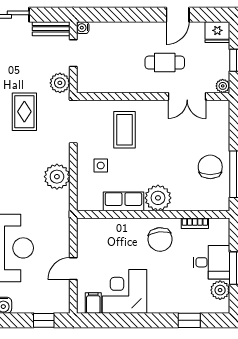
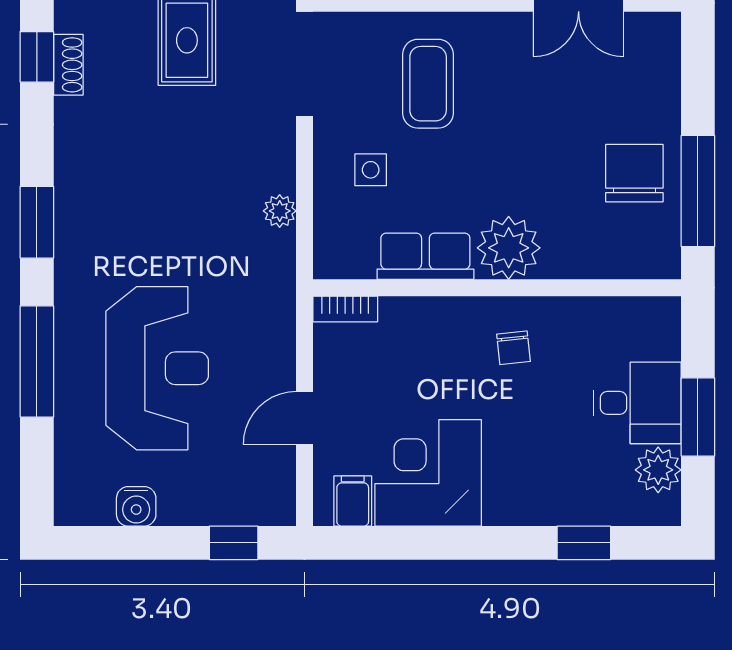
plant: (57, 177) -> (280, 211), width x0.53, depth x0.53
bookcase: (195, 223) -> (345, 309), moved
chair: (160, 239) -> (514, 348), width x0.54, depth x0.54

